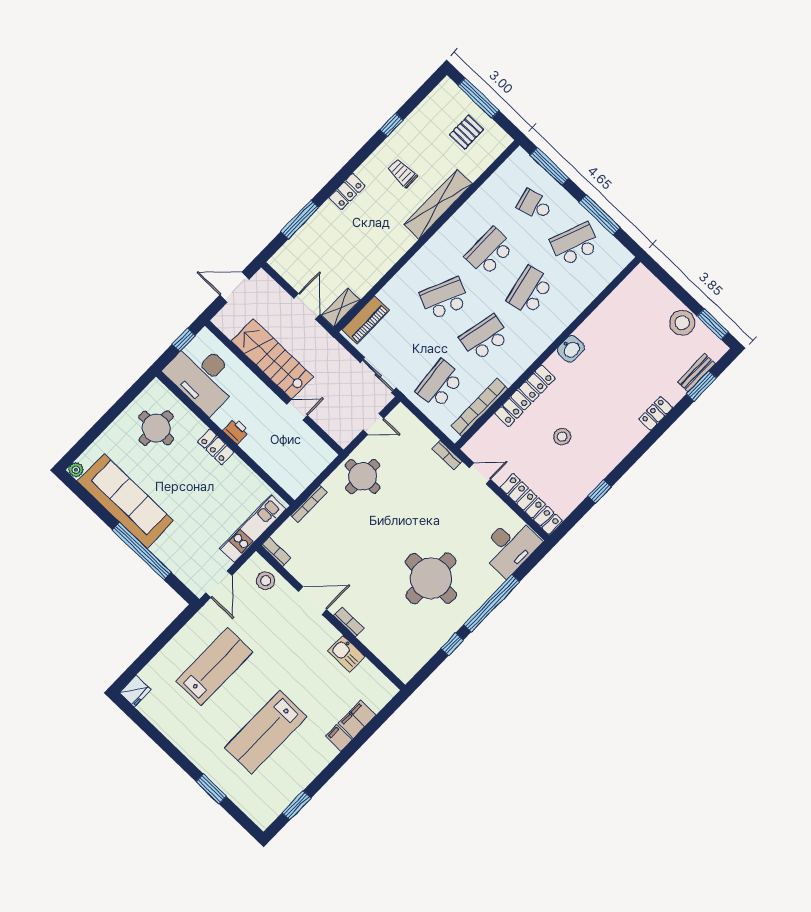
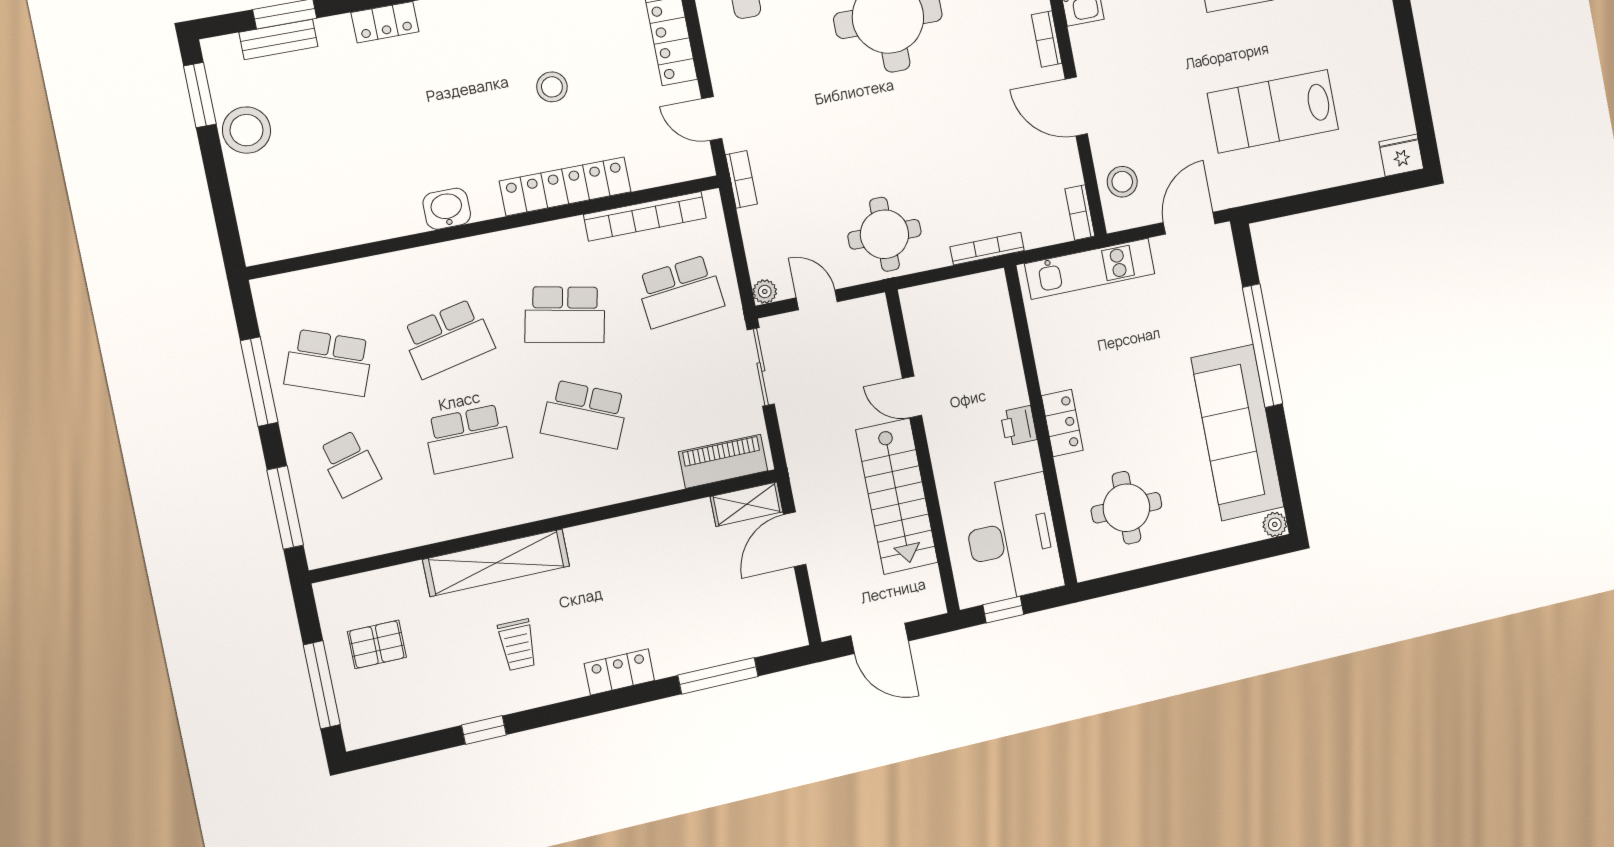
plant: (400, 411) -> (765, 292), added

